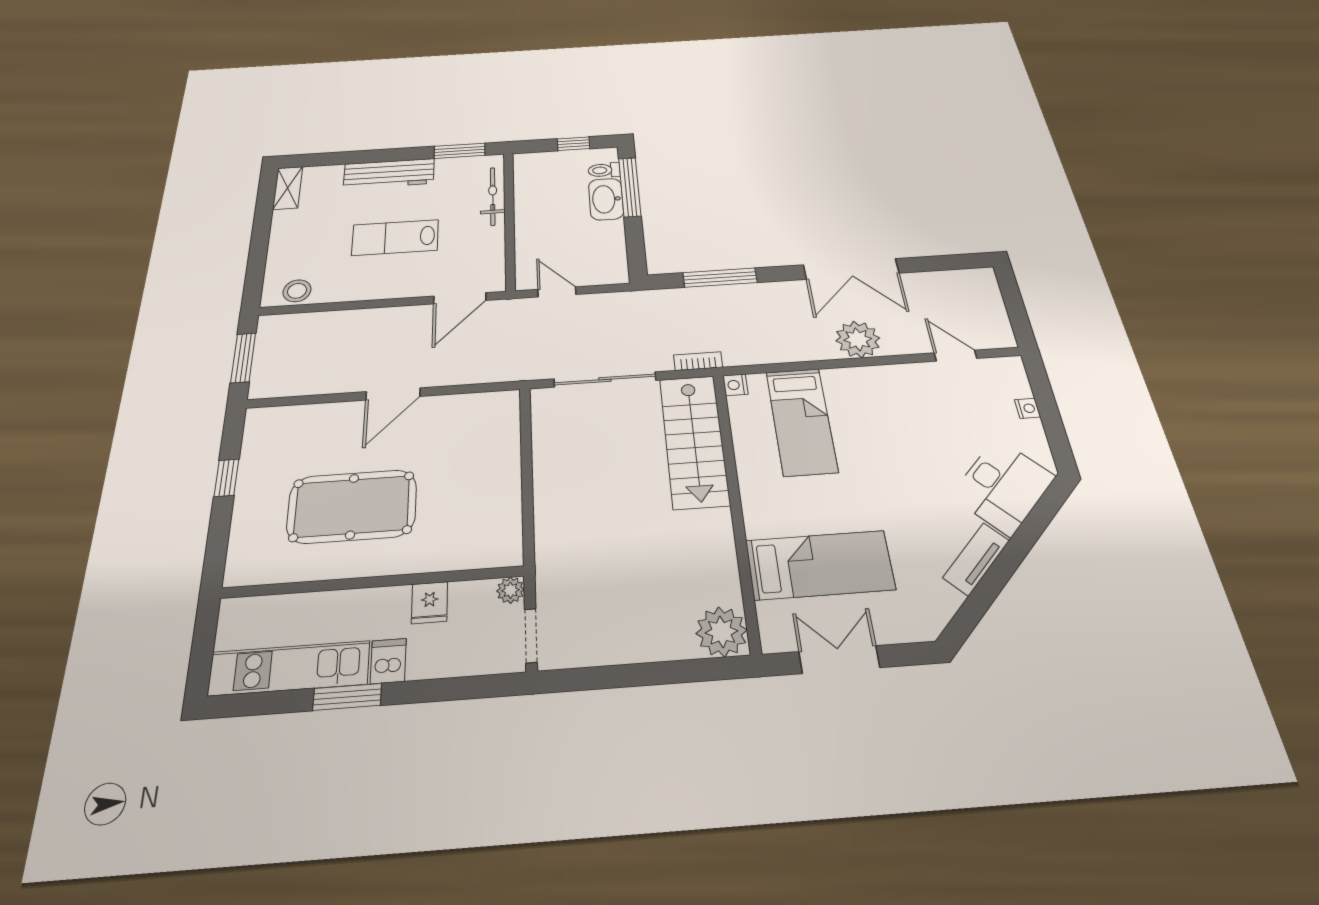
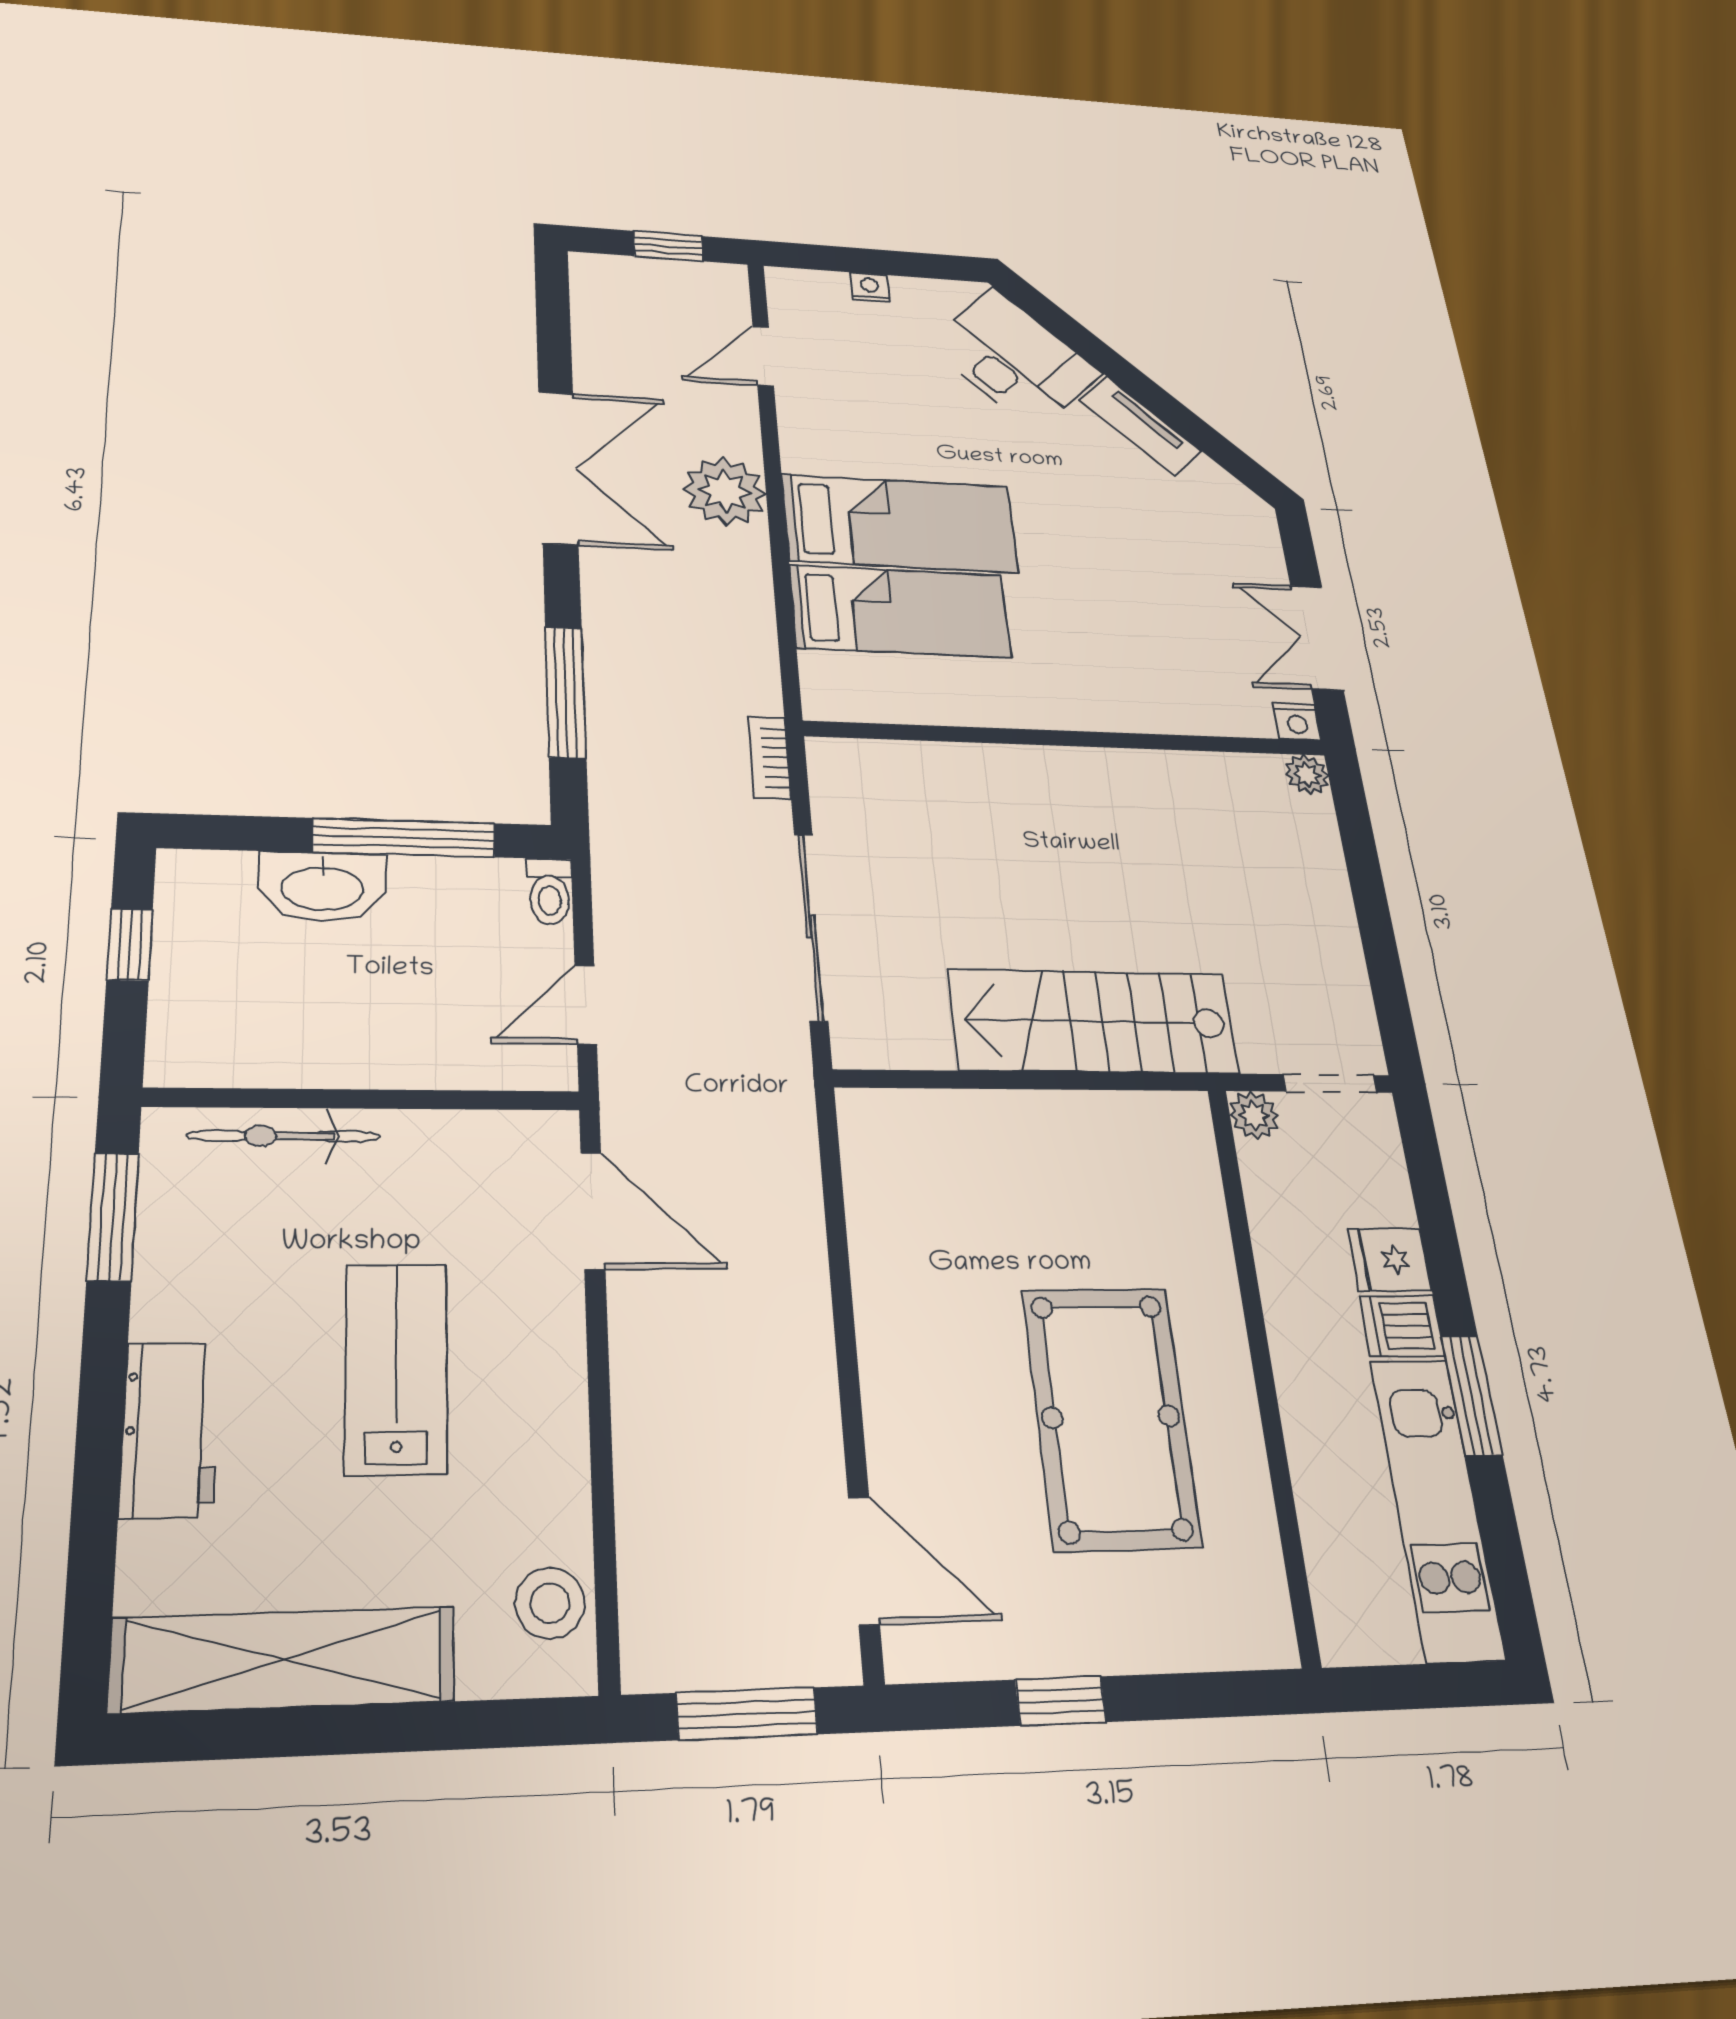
toilet: (604, 170) -> (550, 891), moved
workbench: (389, 174) -> (170, 1429), width x0.73
window: (630, 187) -> (404, 838), moved
shelving: (288, 188) -> (284, 1660), width x2.20, depth x1.33
lab bench: (395, 238) -> (396, 1368), turned 180
window: (1016, 310) -> (668, 246), added
nightstand: (735, 385) -> (1297, 722), moved
door: (393, 394) -> (864, 1561), moved
stairs: (694, 441) -> (1093, 1021), moved, turned 180
bed: (820, 565) -> (900, 523), moved, turned 90
fridge: (430, 603) -> (1390, 1260), moved, turned 180
plant: (722, 632) -> (1307, 775), width x0.53, depth x0.53

